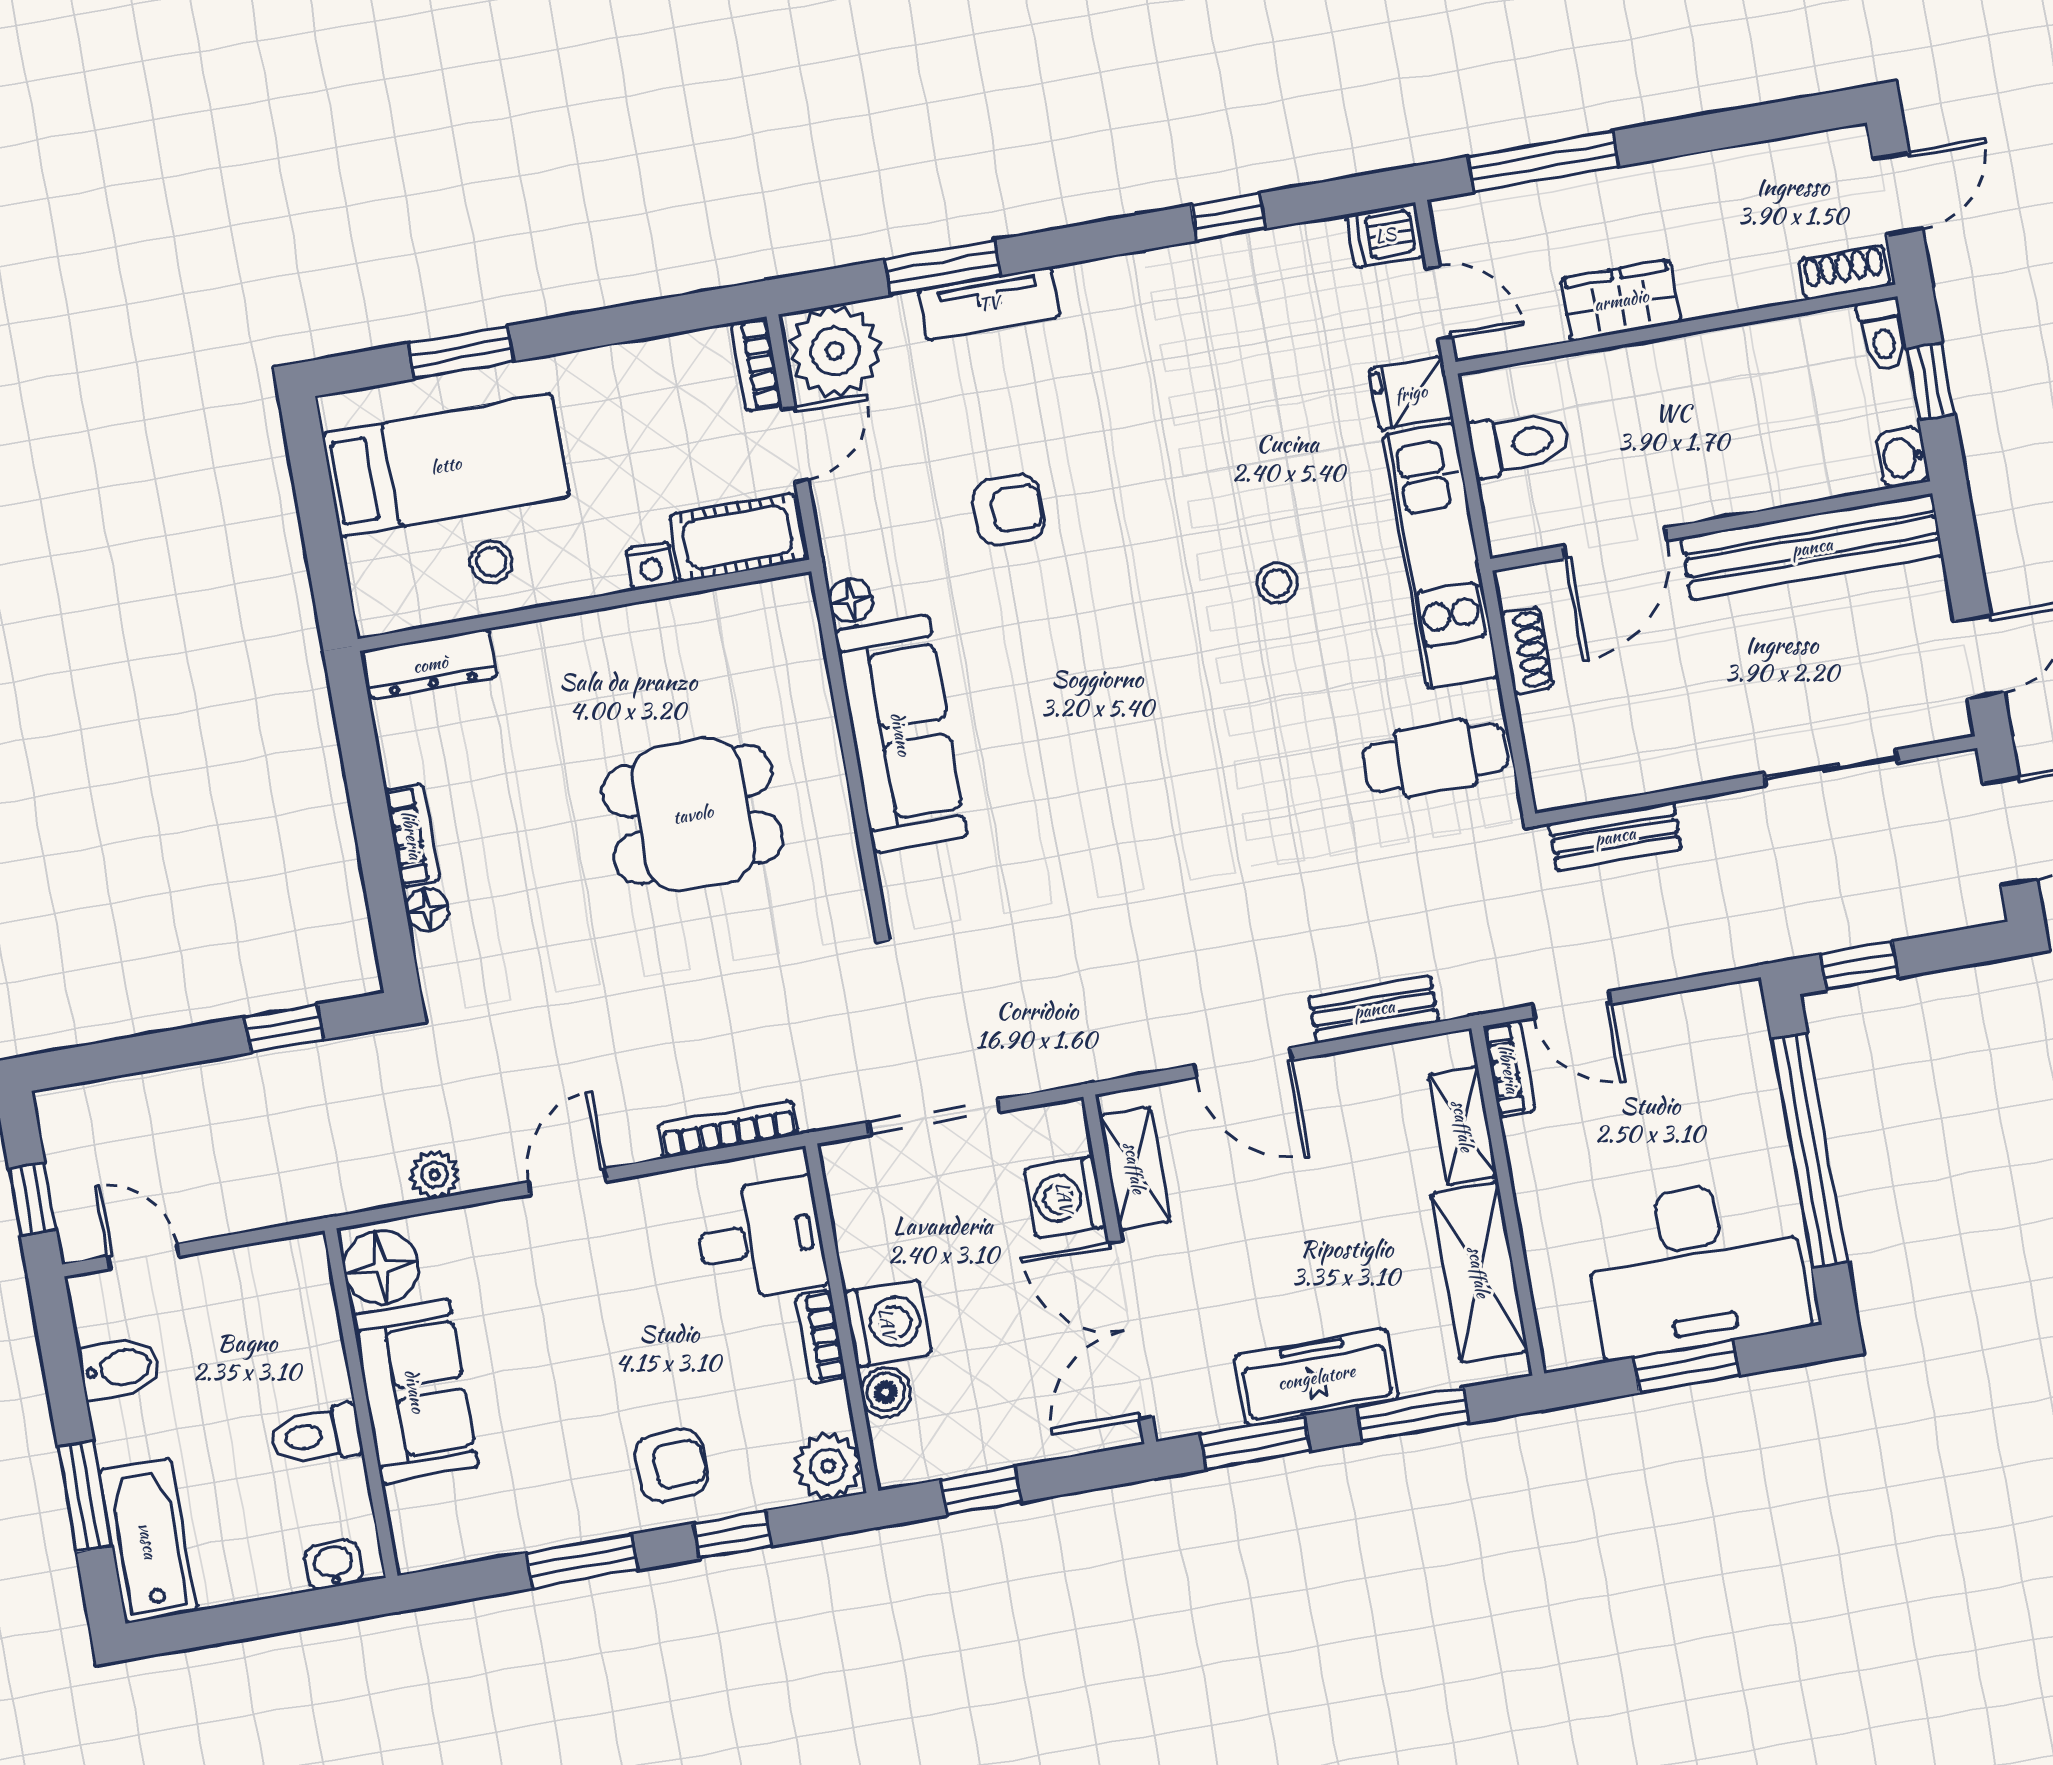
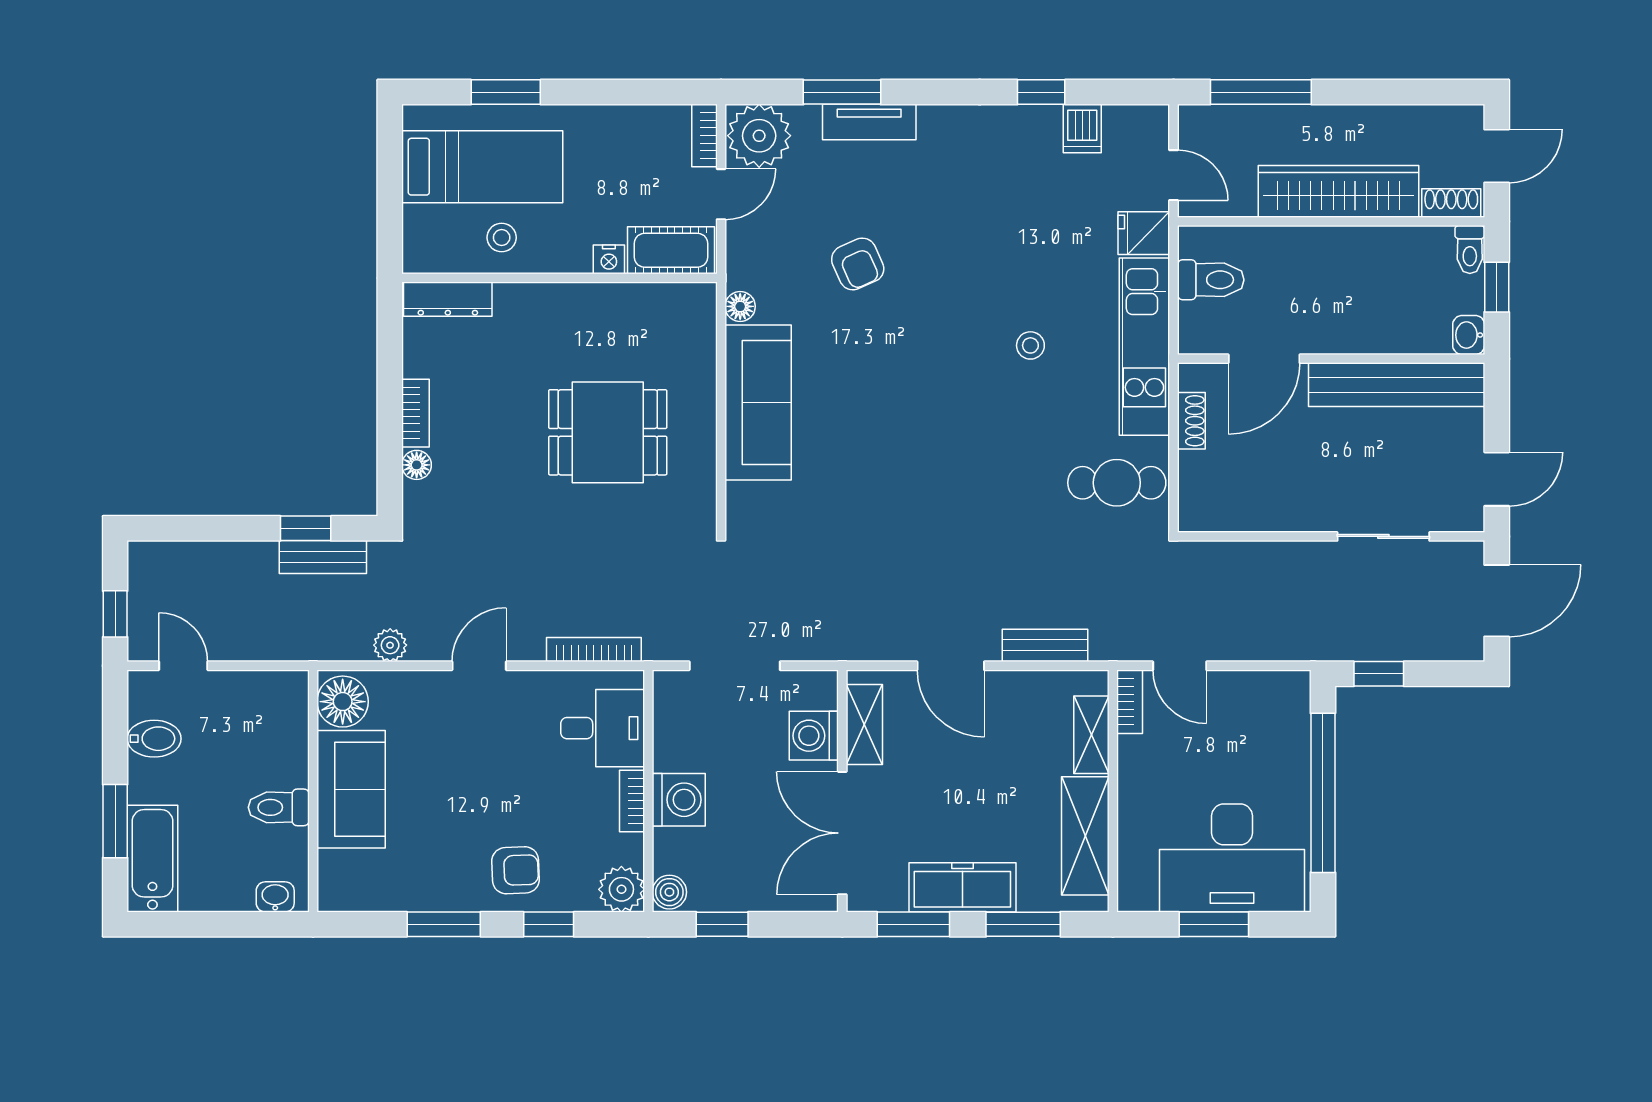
dishwasher: (1385, 235) -> (1082, 129), moved, turned -90
wardrobe: (1621, 300) -> (1339, 191), width x2.10, depth x1.17
armchair: (1009, 510) -> (858, 264), turned 66
bench: (1615, 836) -> (323, 557), moved
boiler: (886, 1392) -> (669, 892), moved

